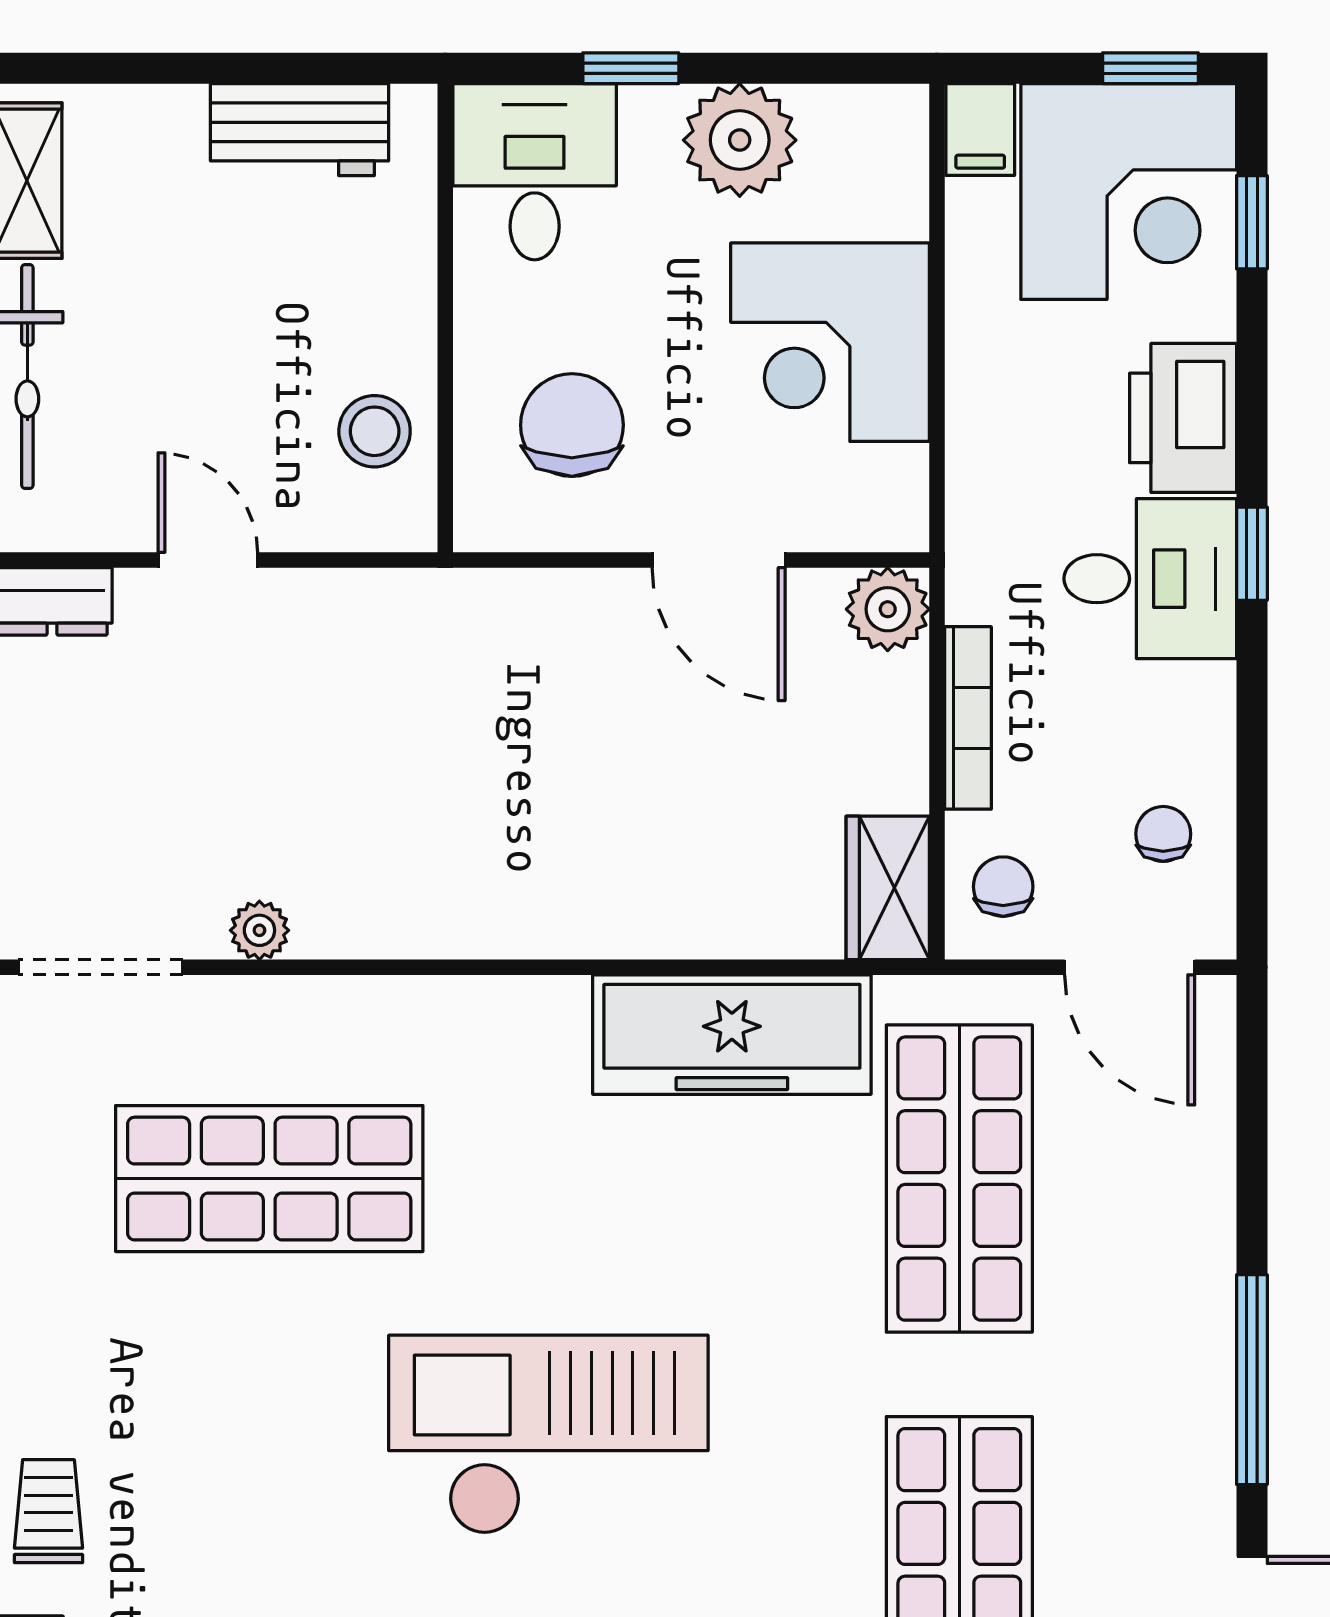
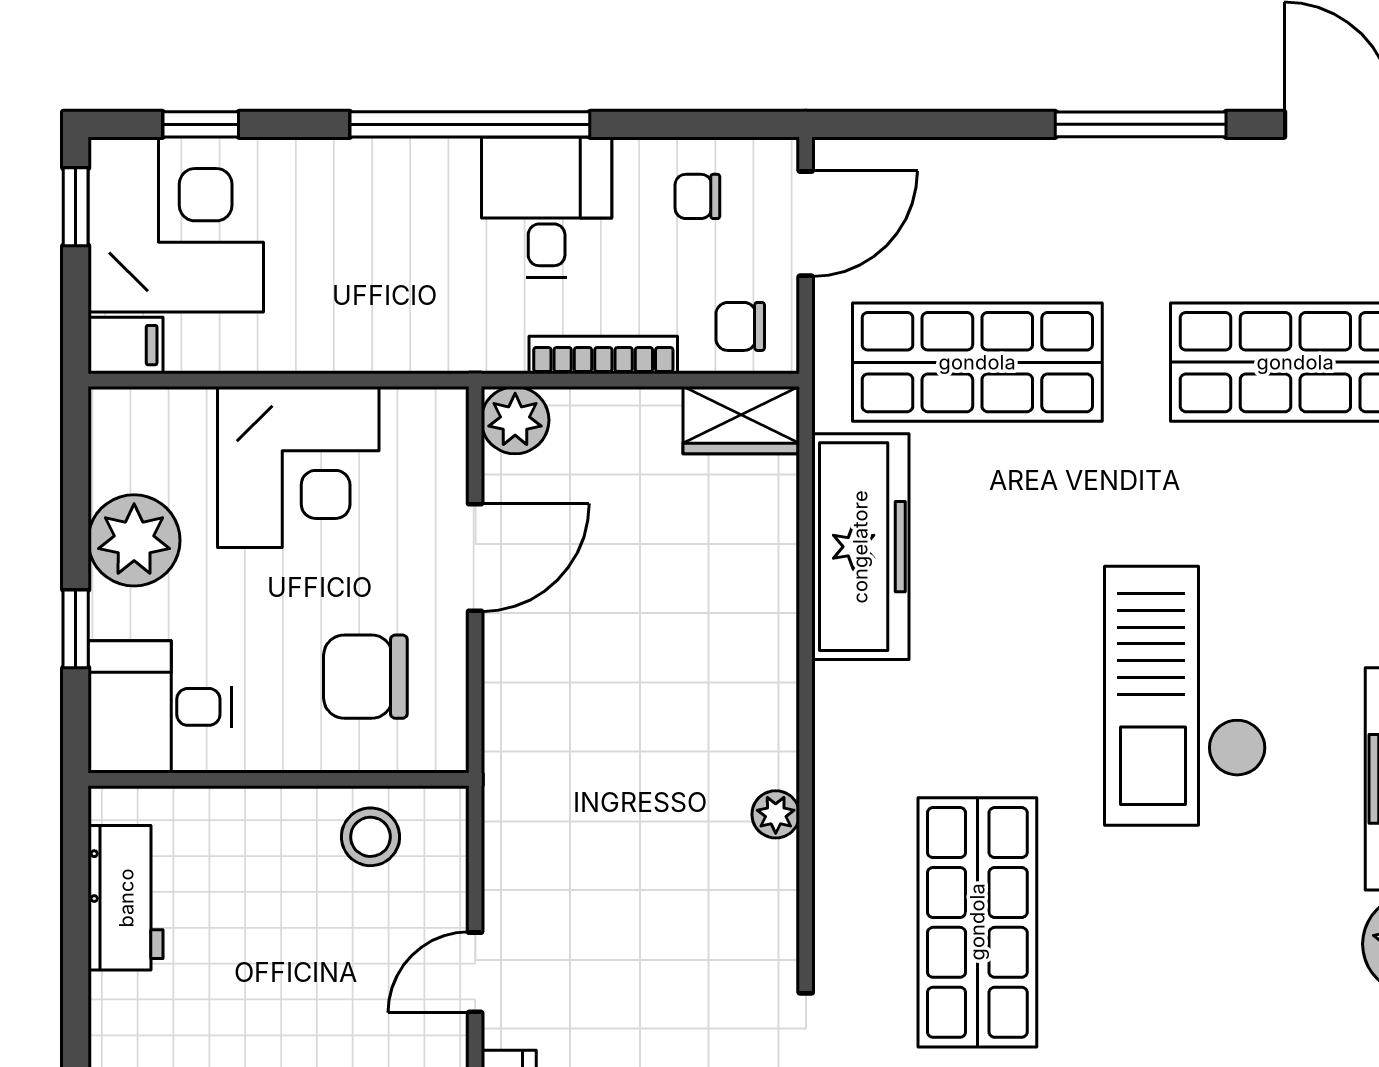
printer: (1183, 418) -> (360, 180), removed
window: (1252, 554) -> (470, 124), width x3.17
desk: (1150, 579) -> (547, 207), moved
plant: (259, 930) -> (776, 814), moved

